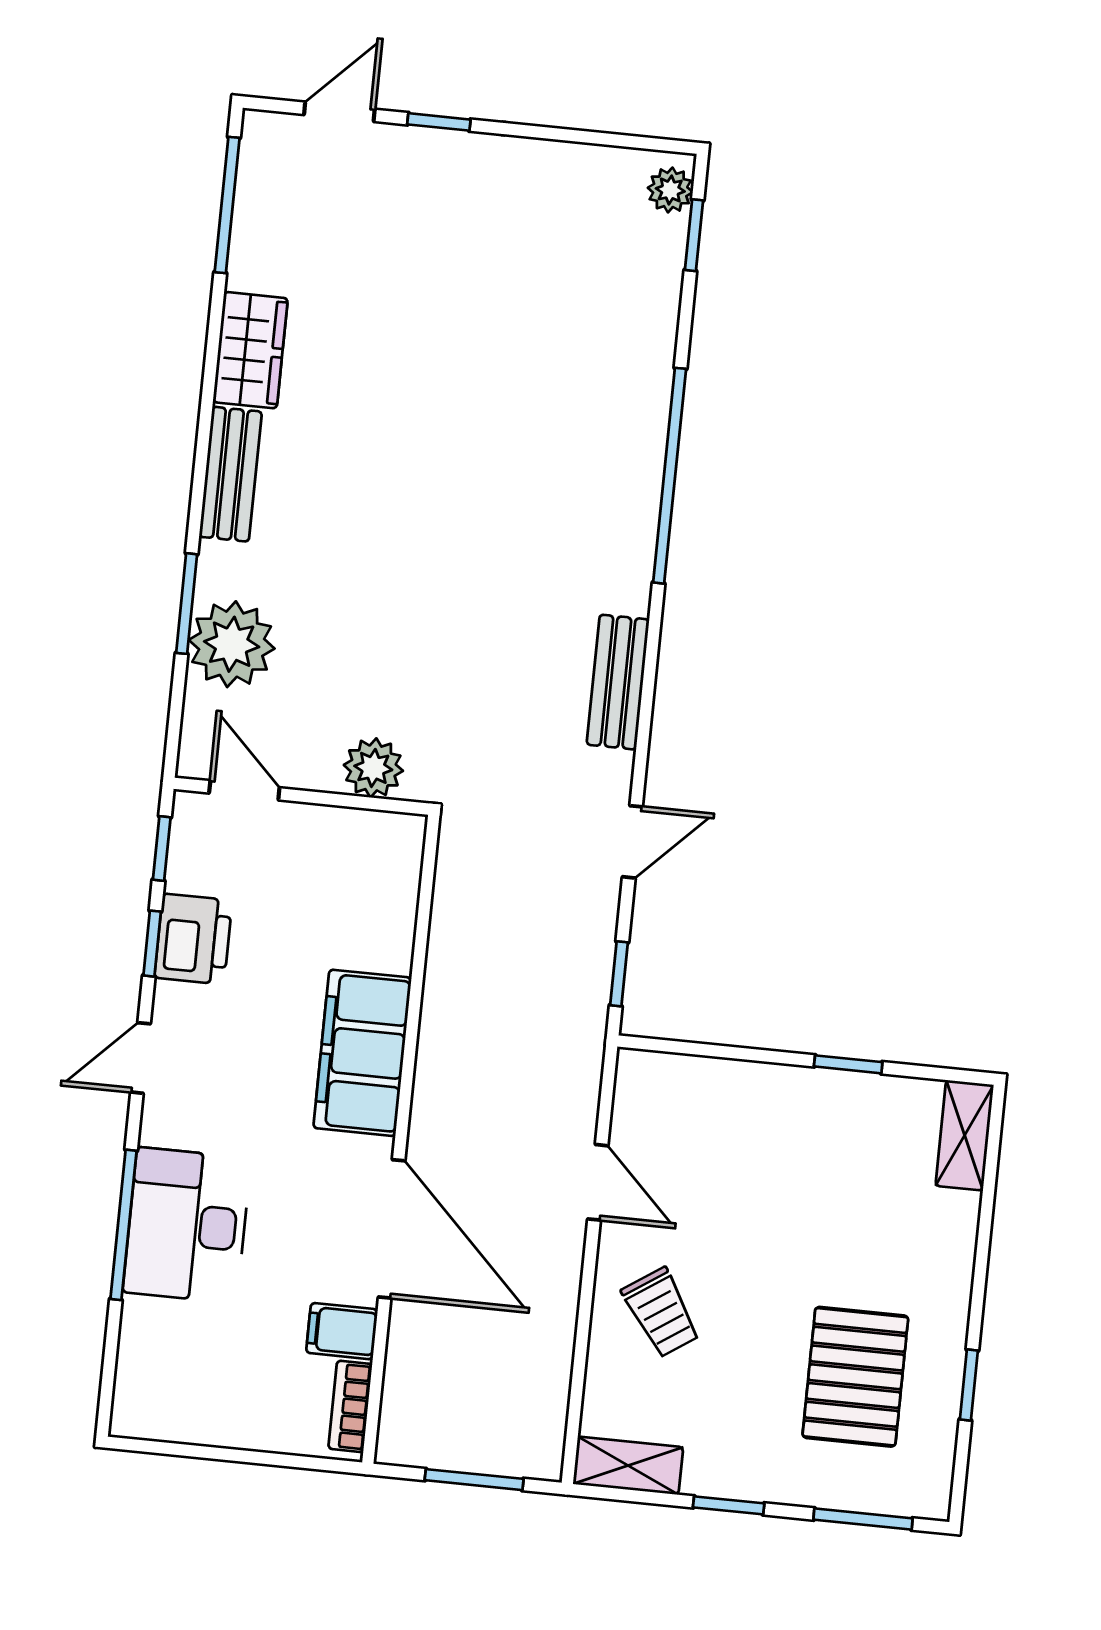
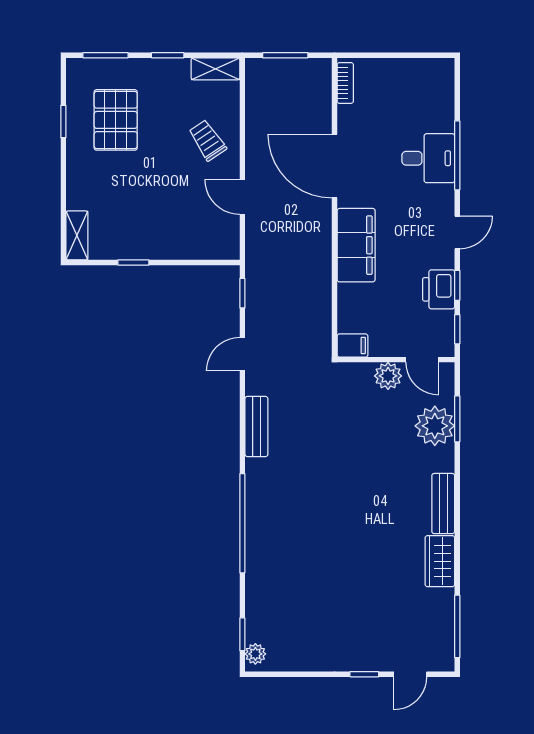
window: (187, 604) -> (457, 419), moved
plant: (373, 768) -> (388, 376), moved
desk: (187, 1225) -> (428, 158), width x0.73
filing cabinet: (342, 1331) -> (352, 345), moved

